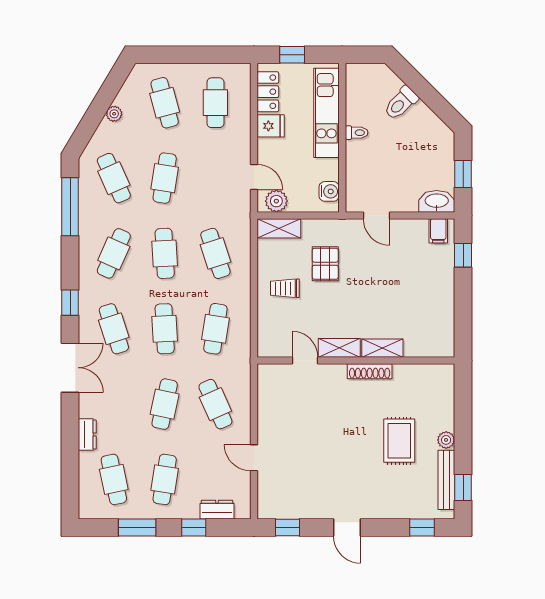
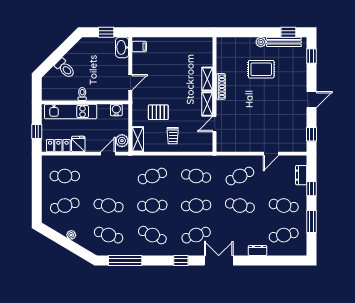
cafe table: (114, 178) -> (109, 235), turned 42
window: (463, 255) -> (153, 32), removed

